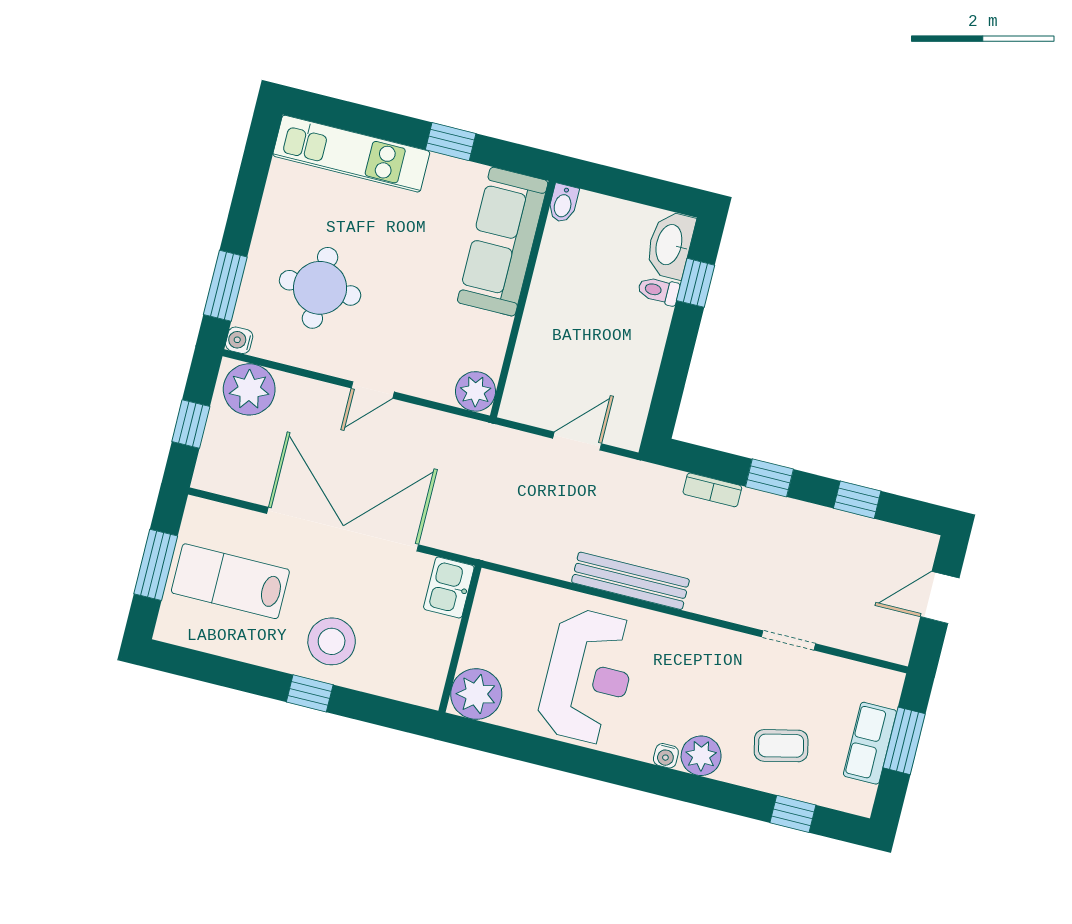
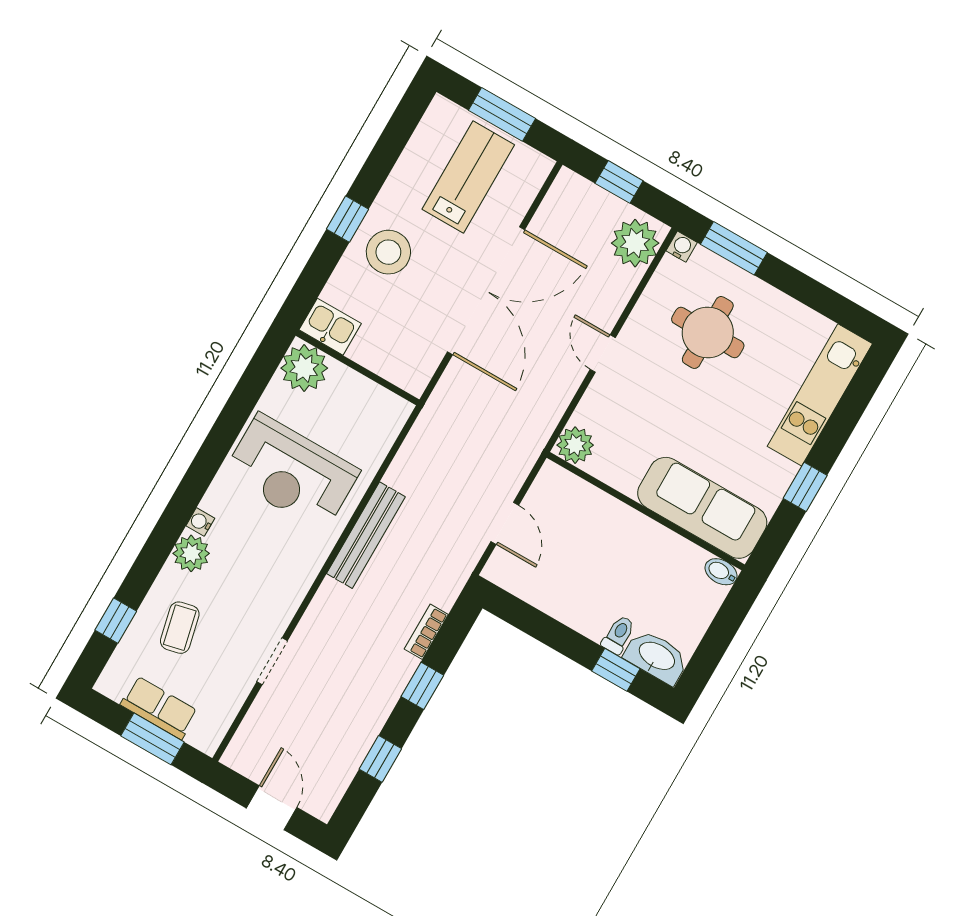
kitchen sink: (449, 587) -> (330, 327), moved

